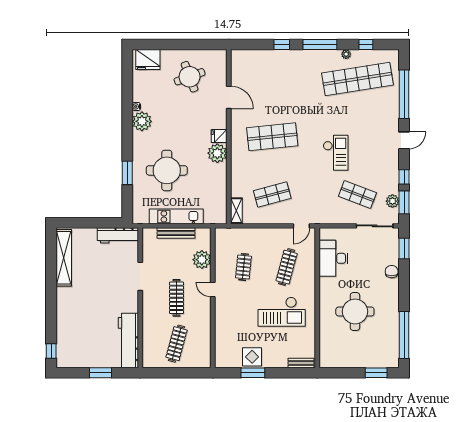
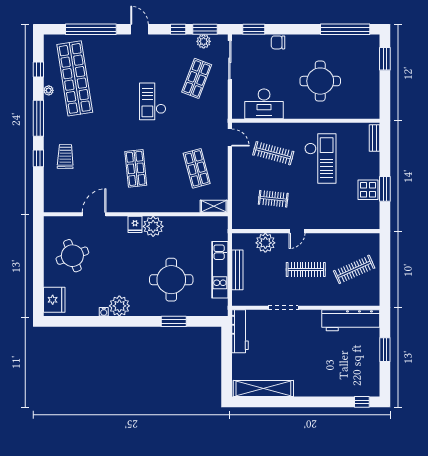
trolley: (283, 70) -> (65, 156), added
shop shelf: (272, 137) -> (136, 168), width x0.70, depth x0.74
checkout: (336, 153) -> (153, 101), turned -90
clothes rail: (177, 344) -> (354, 269), turned -39

